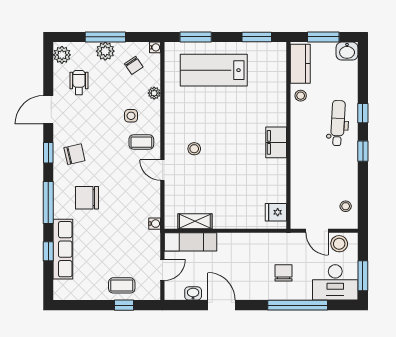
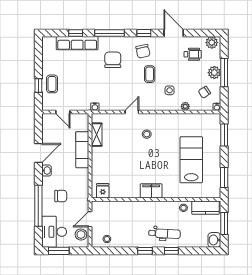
lab bench: (214, 70) -> (191, 160), moved
coffee table: (141, 142) -> (150, 74), moved
exam couch: (190, 242) -> (82, 150), moved
washbasin: (193, 293) -> (47, 171), moved

